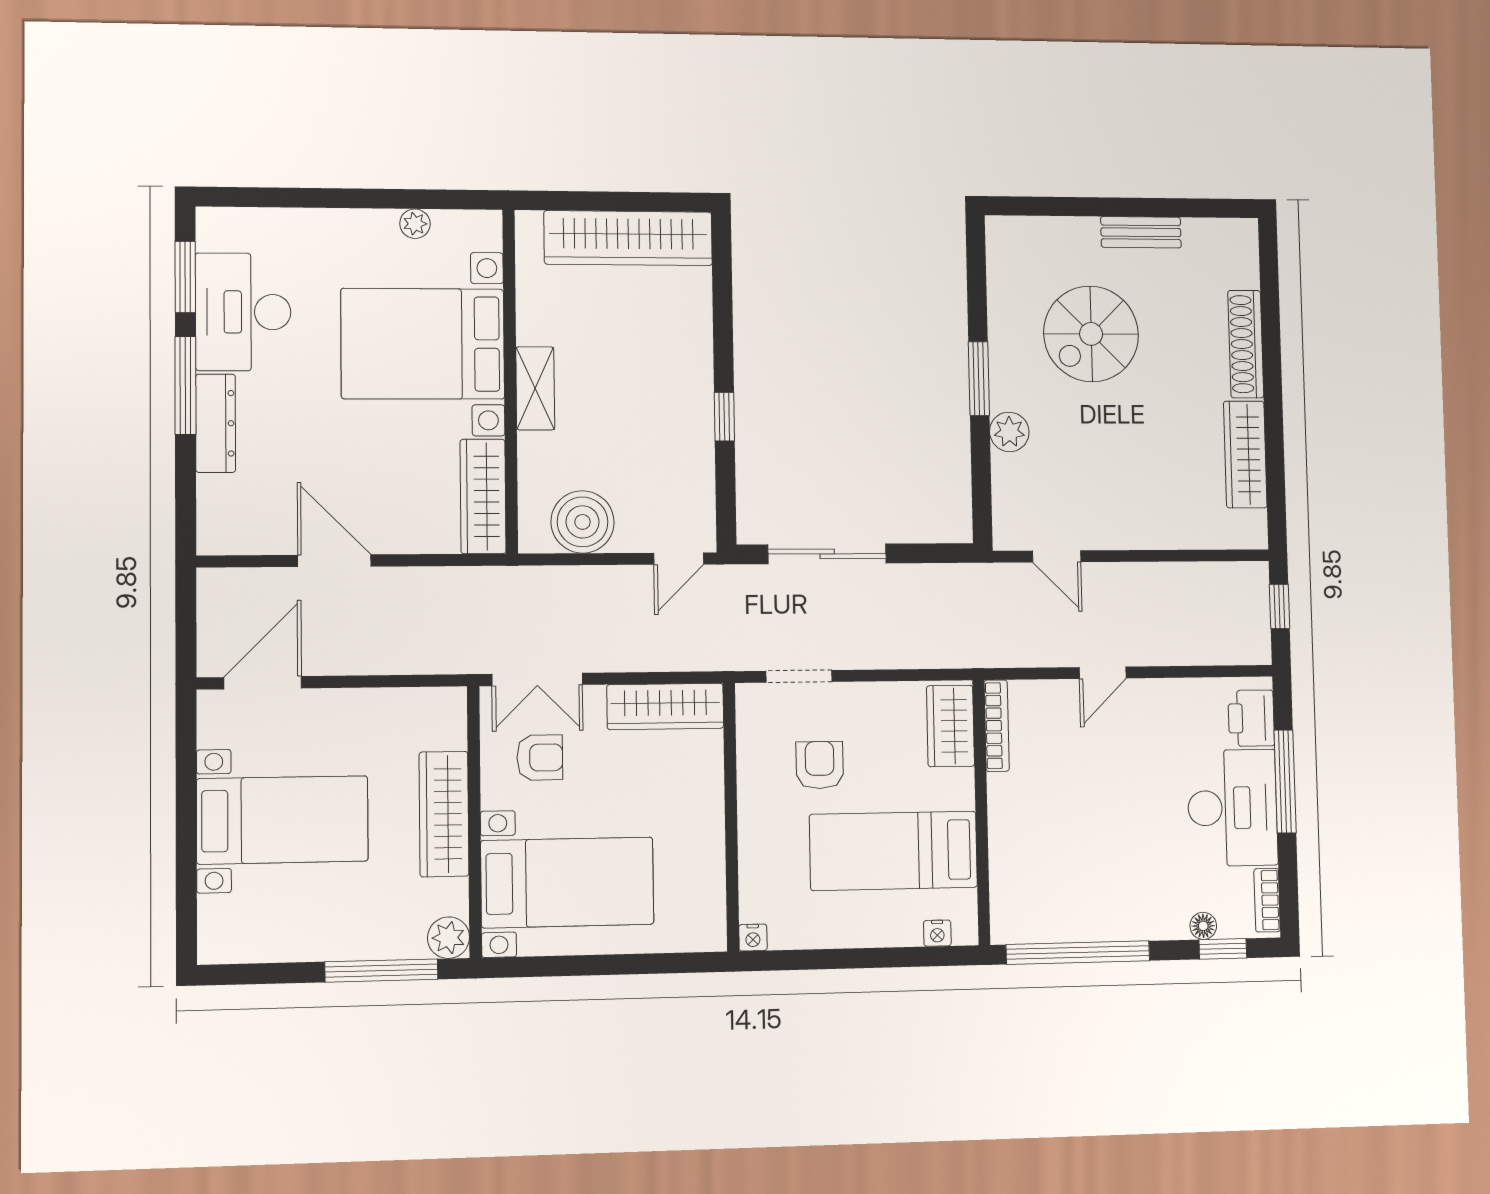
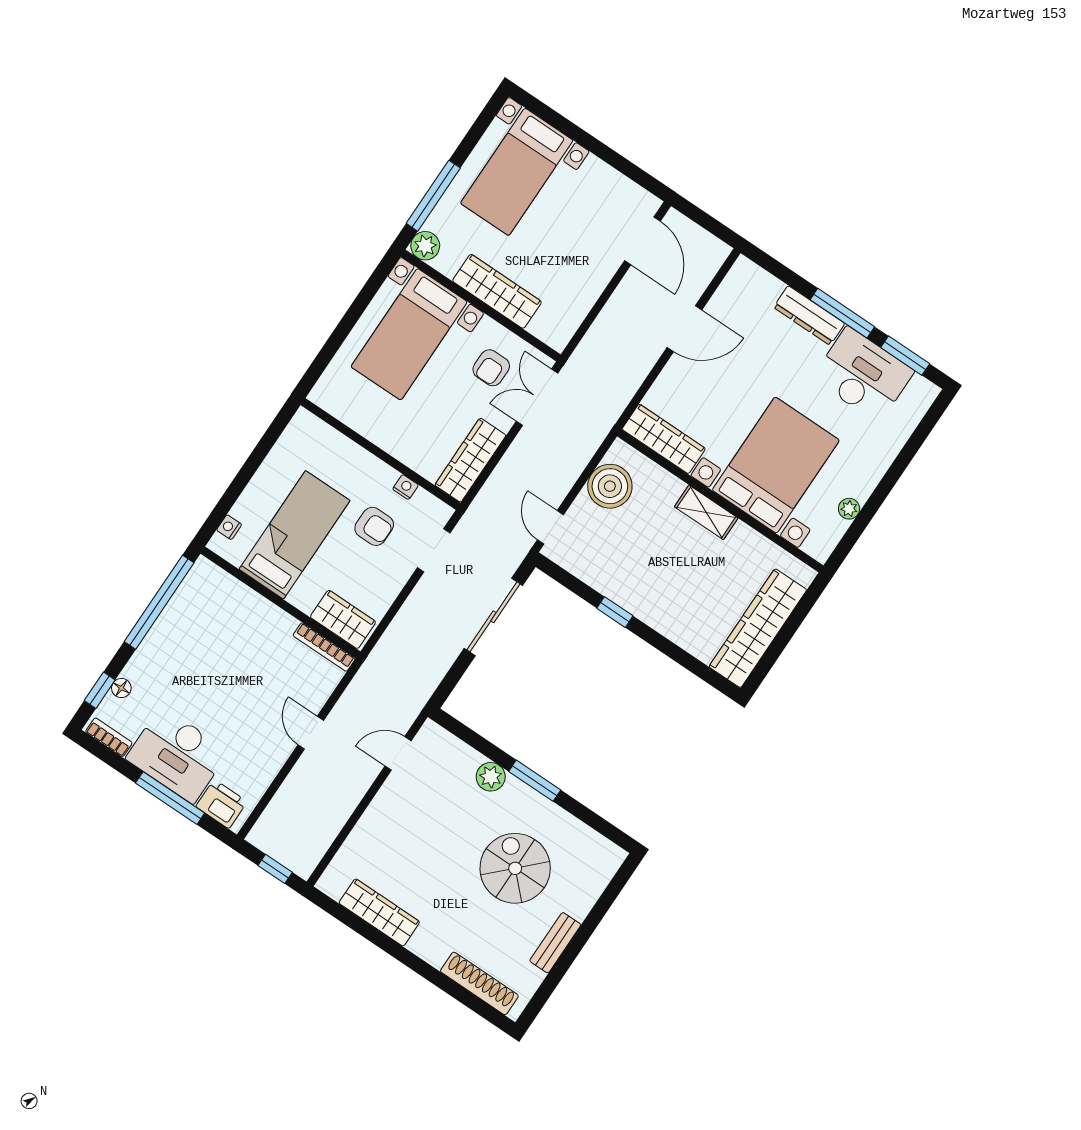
shoe rack: (1246, 344) -> (479, 983), moved
bed with nightstands: (282, 820) -> (517, 172), moved
nightstand: (753, 938) -> (405, 487), moved, turned 90

